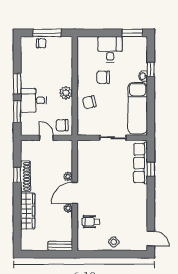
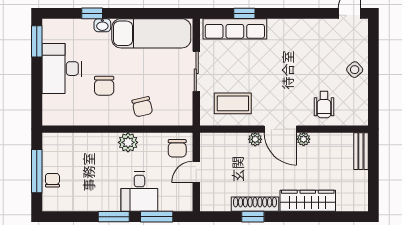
desk: (110, 49) -> (62, 69), width x1.37
coffee table: (92, 162) -> (233, 103), added

